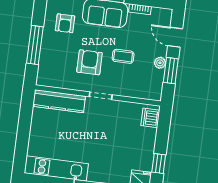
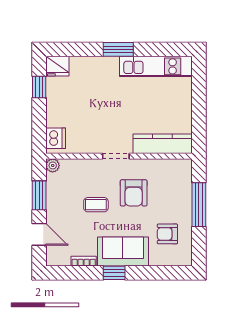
armchair: (65, 23) -> (167, 234), turned -90
plant: (160, 63) -> (53, 165), moved

